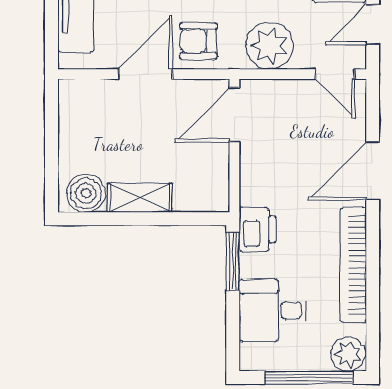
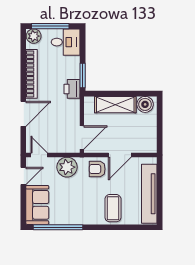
armchair: (199, 41) -> (97, 169), turned 180
shelving: (140, 198) -> (115, 105), width x1.50, depth x1.33
desk: (273, 310) -> (66, 42), moved

